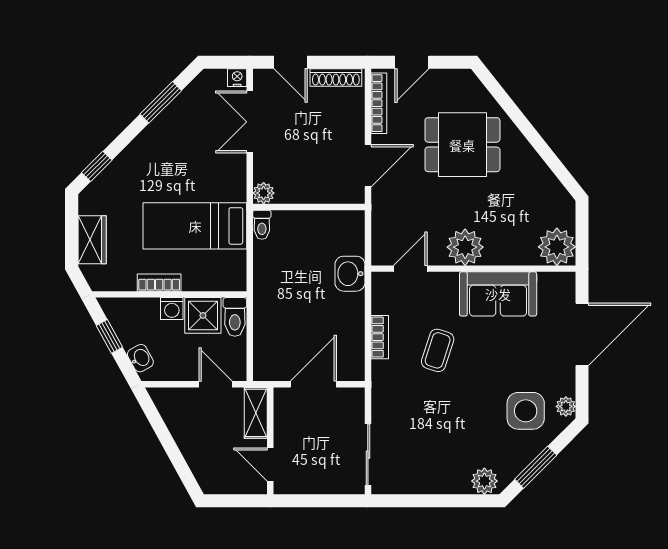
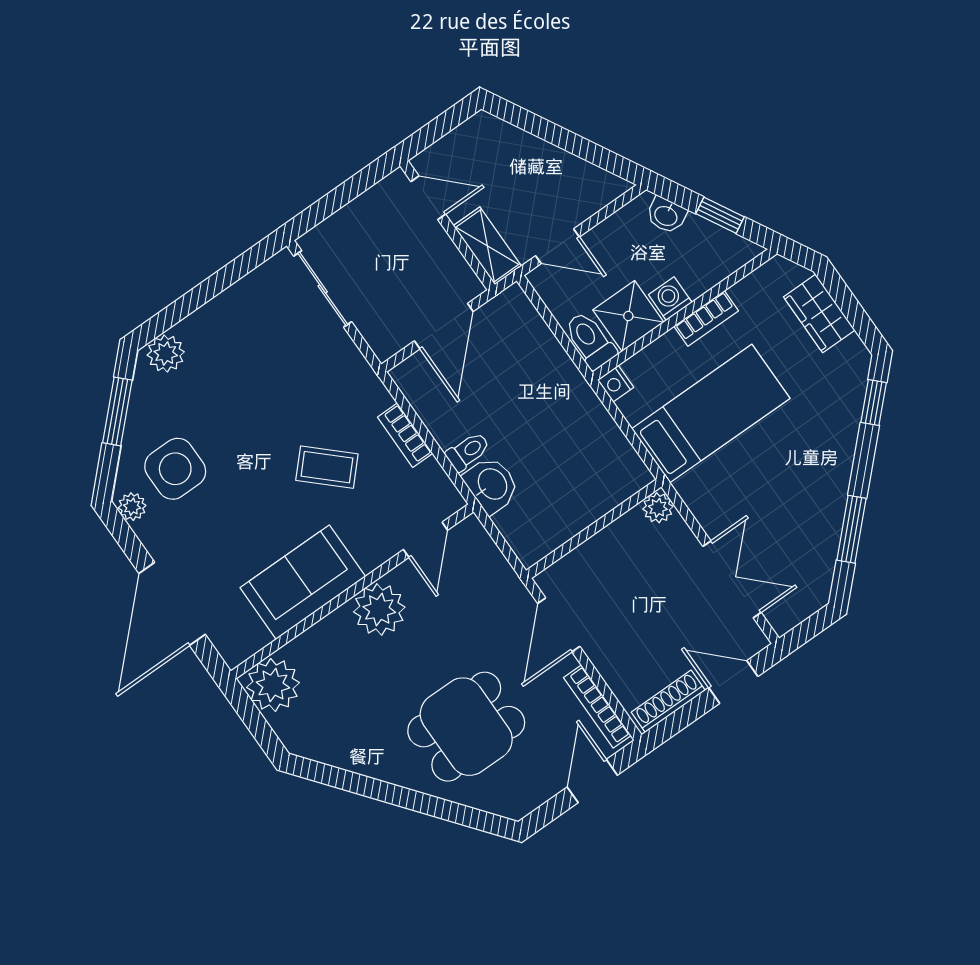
nightstand: (237, 78) -> (616, 384), moved, turned 90
toilet: (262, 225) -> (468, 451), moved, turned 90
coffee table: (438, 350) -> (327, 467), turned -65

